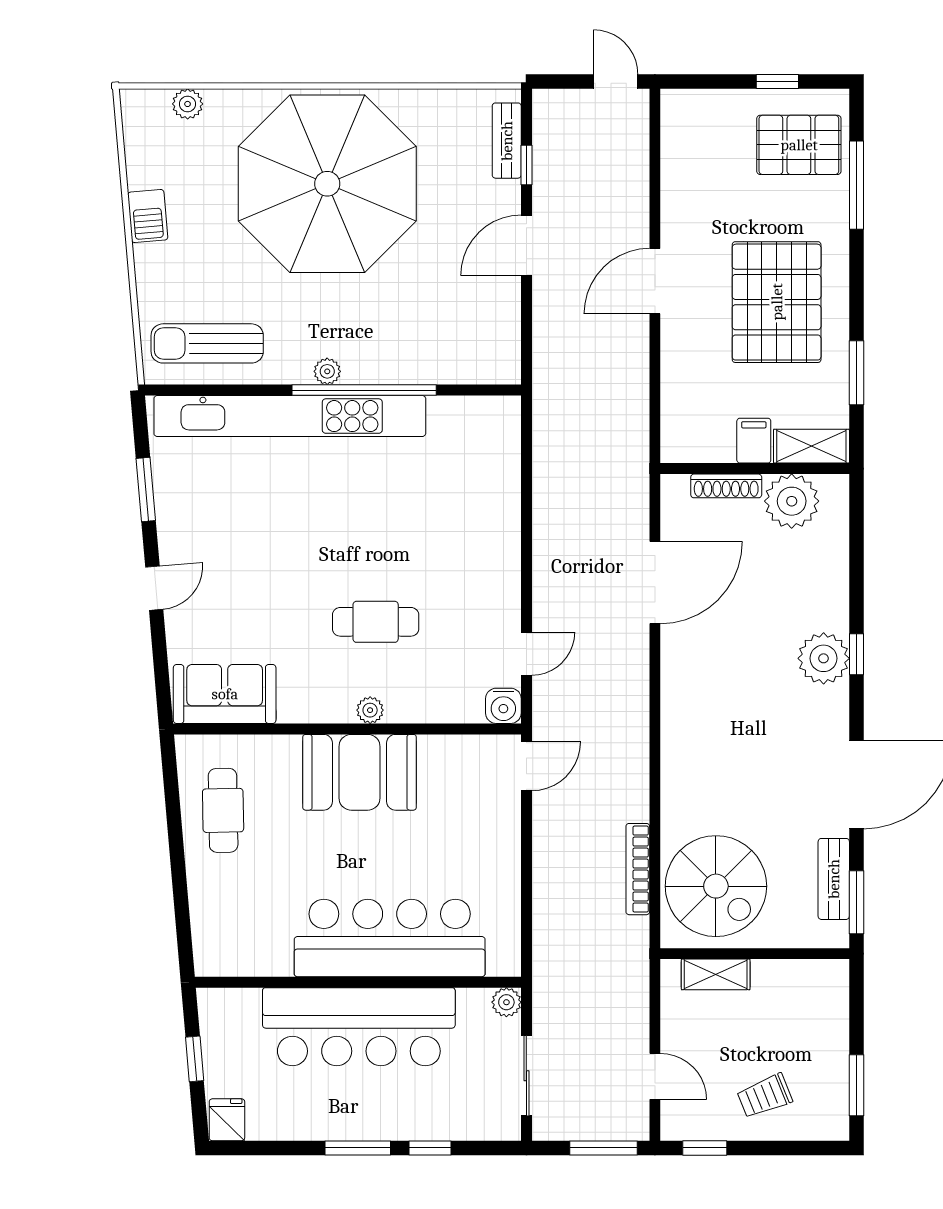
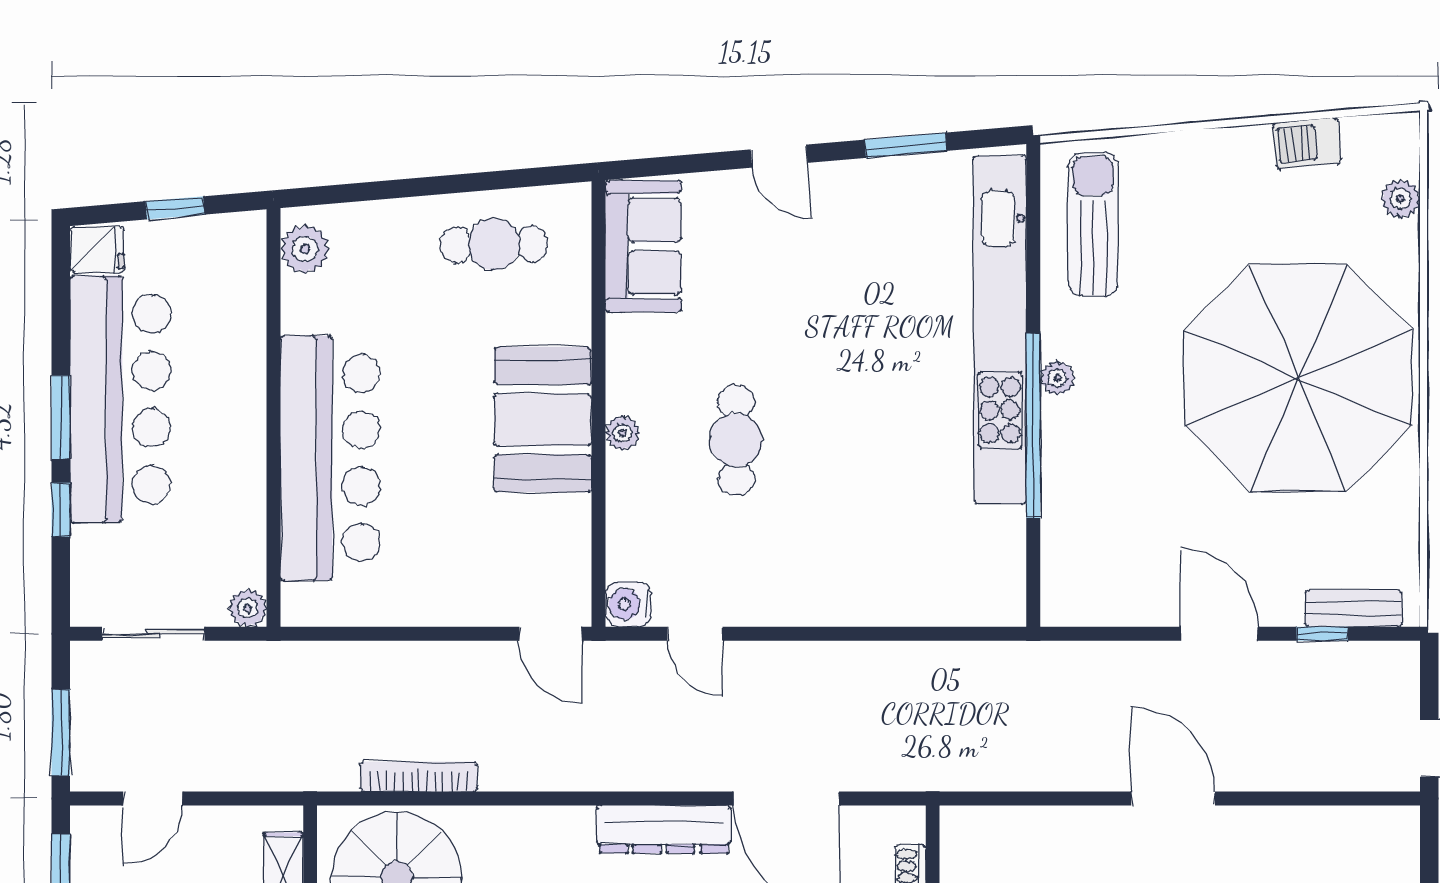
barbecue: (148, 216) -> (1307, 143), moved
dresser: (679, 678) -> (664, 829), added
plant: (227, 958) -> (305, 249), added
bar counter: (359, 1027) -> (120, 399), moved, turned 180

